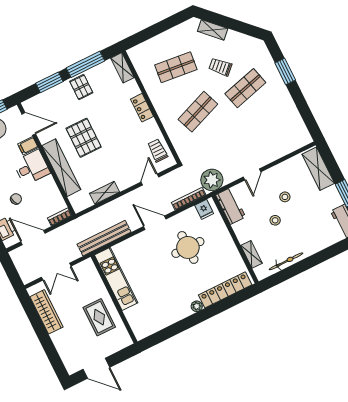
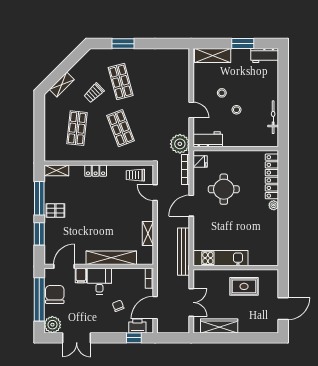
pallet: (84, 138) -> (96, 228), removed
shelving: (251, 254) -> (254, 142), removed

